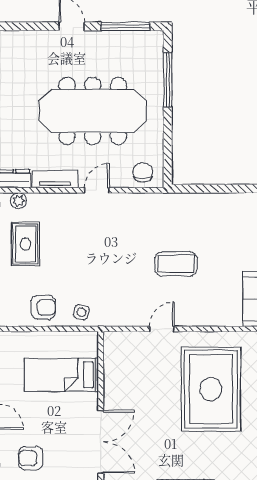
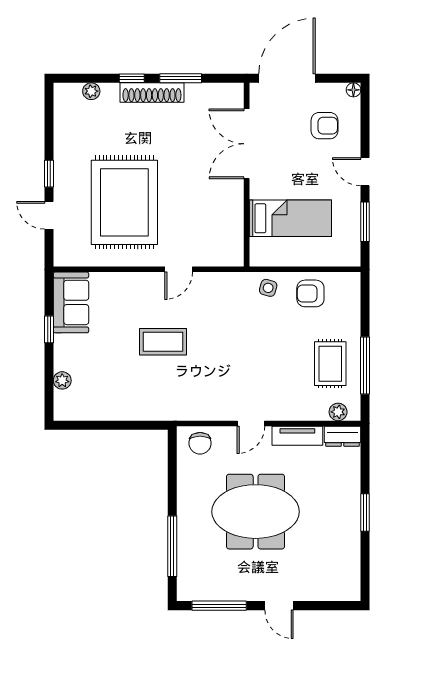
meeting table: (93, 111) -> (256, 512), width x0.73

